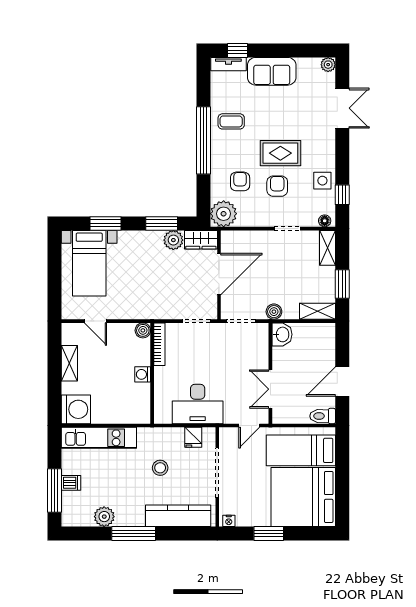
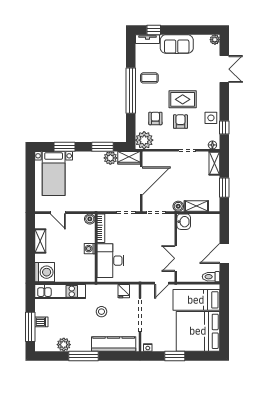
shelving: (318, 311) -> (196, 206), moved
desk: (198, 404) -> (111, 261), moved, turned 90

